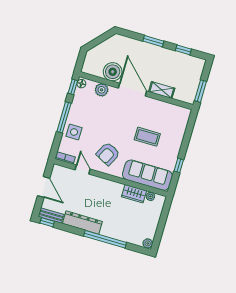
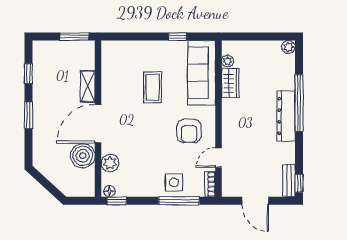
window: (64, 117) -> (179, 201), moved
armchair: (108, 154) -> (189, 131), turned 63
door: (44, 187) -> (255, 201), swing flipped
dresser: (82, 223) -> (286, 116), moved

